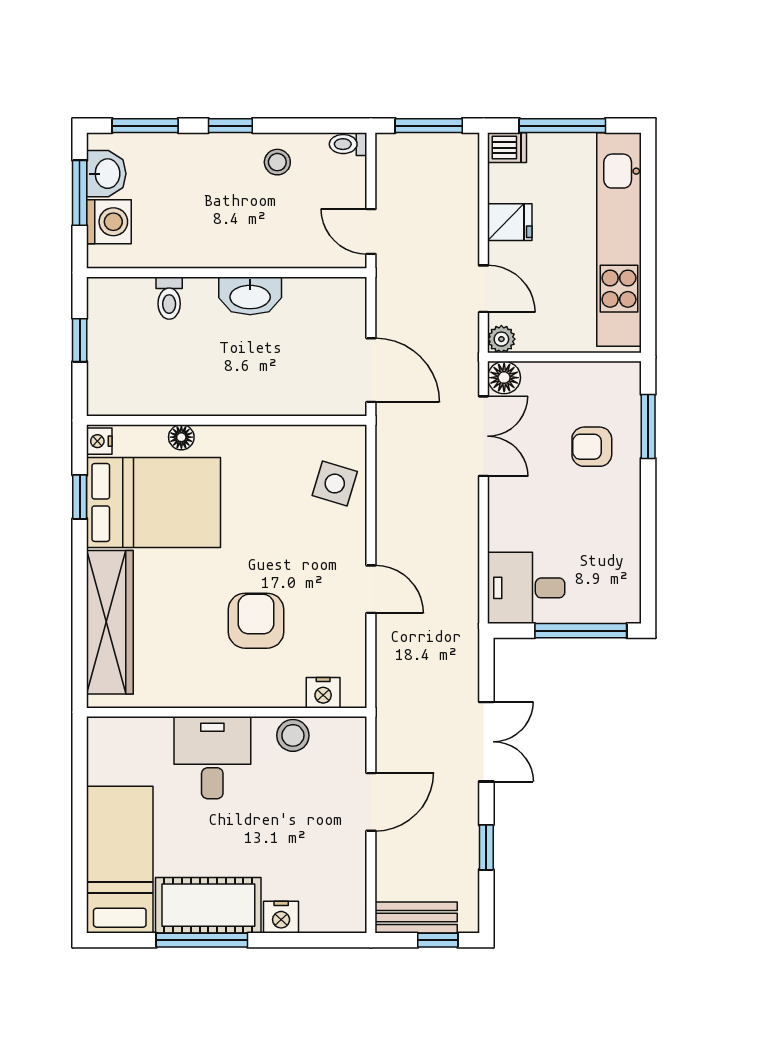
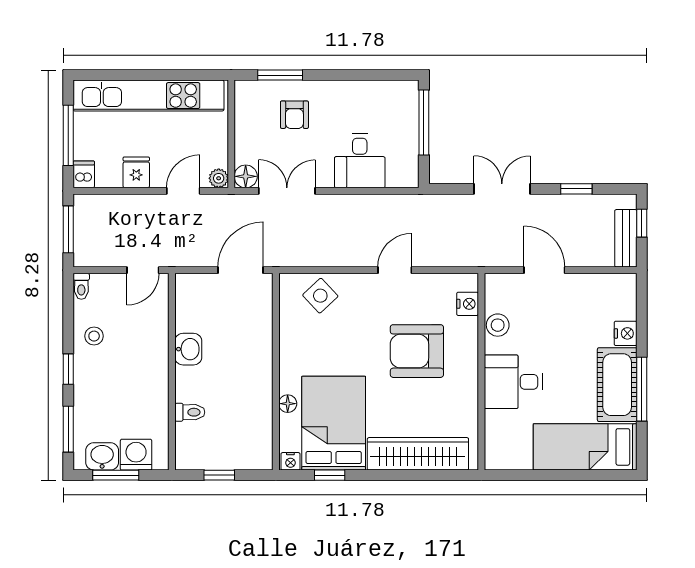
washbasin: (250, 296) -> (188, 349), width x0.72
side table: (335, 484) -> (320, 296), turned 30
desk: (526, 588) -> (360, 161), moved
armchair: (256, 621) -> (417, 351), width x1.36, depth x1.36

